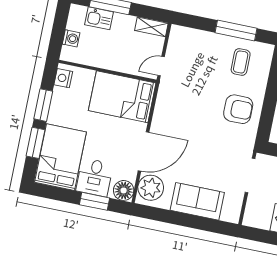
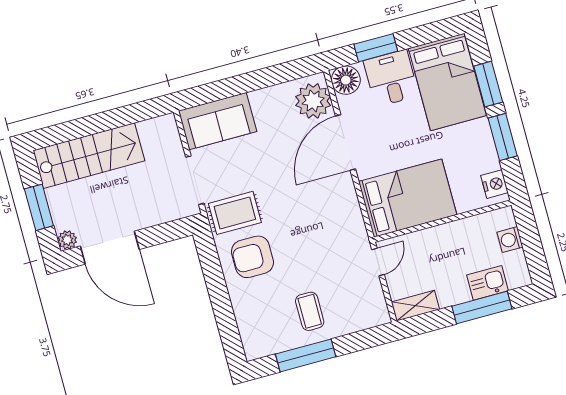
coffee table: (241, 62) -> (310, 311), moved
rug: (235, 142) -> (235, 213), added
sofa: (197, 201) -> (218, 121), moved

